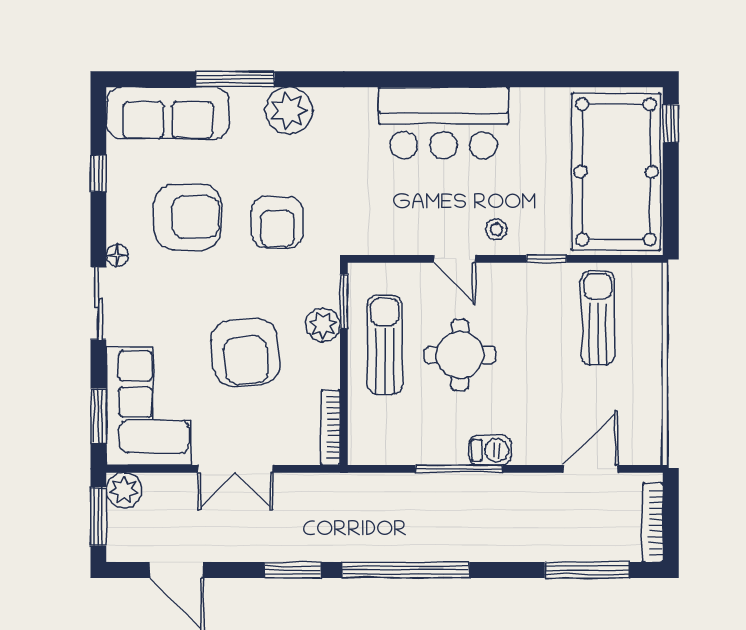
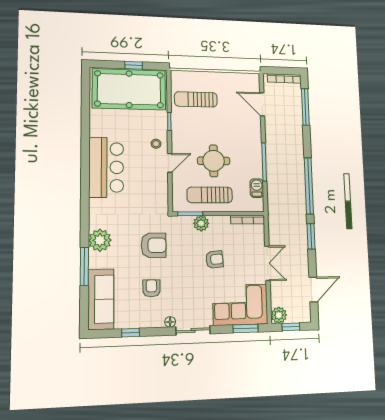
window: (671, 123) -> (134, 65), moved
armchair: (188, 217) -> (151, 288), width x0.53, depth x0.53
armchair: (245, 352) -> (215, 259), width x0.53, depth x0.53
barbecue: (490, 450) -> (257, 188), moved
window: (98, 516) -> (291, 327), width x0.67

